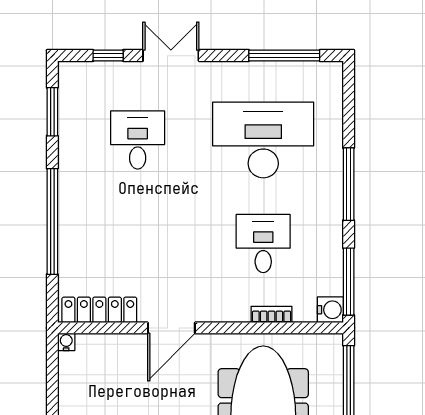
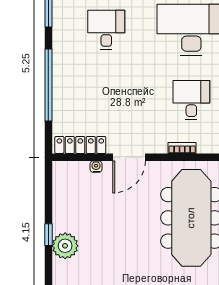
bookcase: (272, 314) -> (182, 148), moved
water cooler: (66, 342) -> (96, 167), moved

